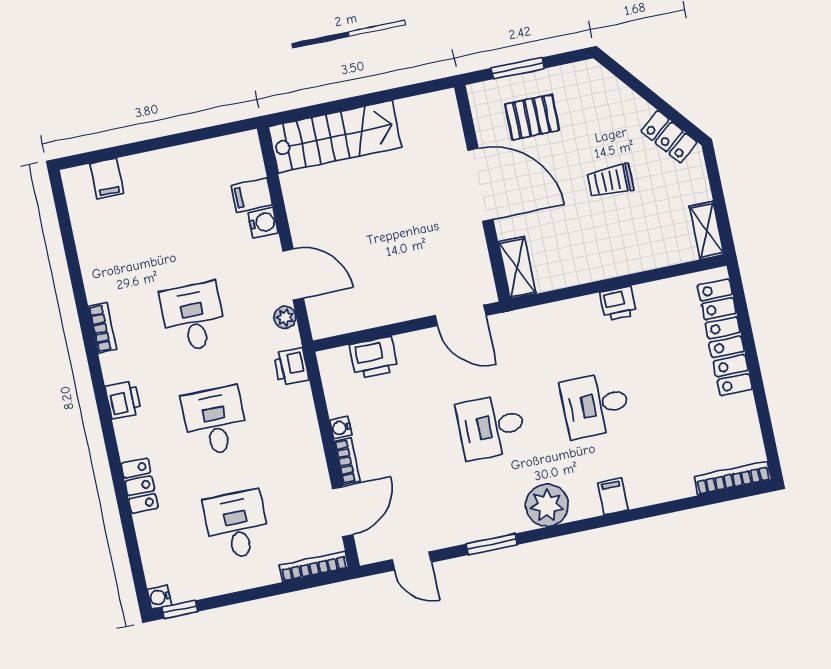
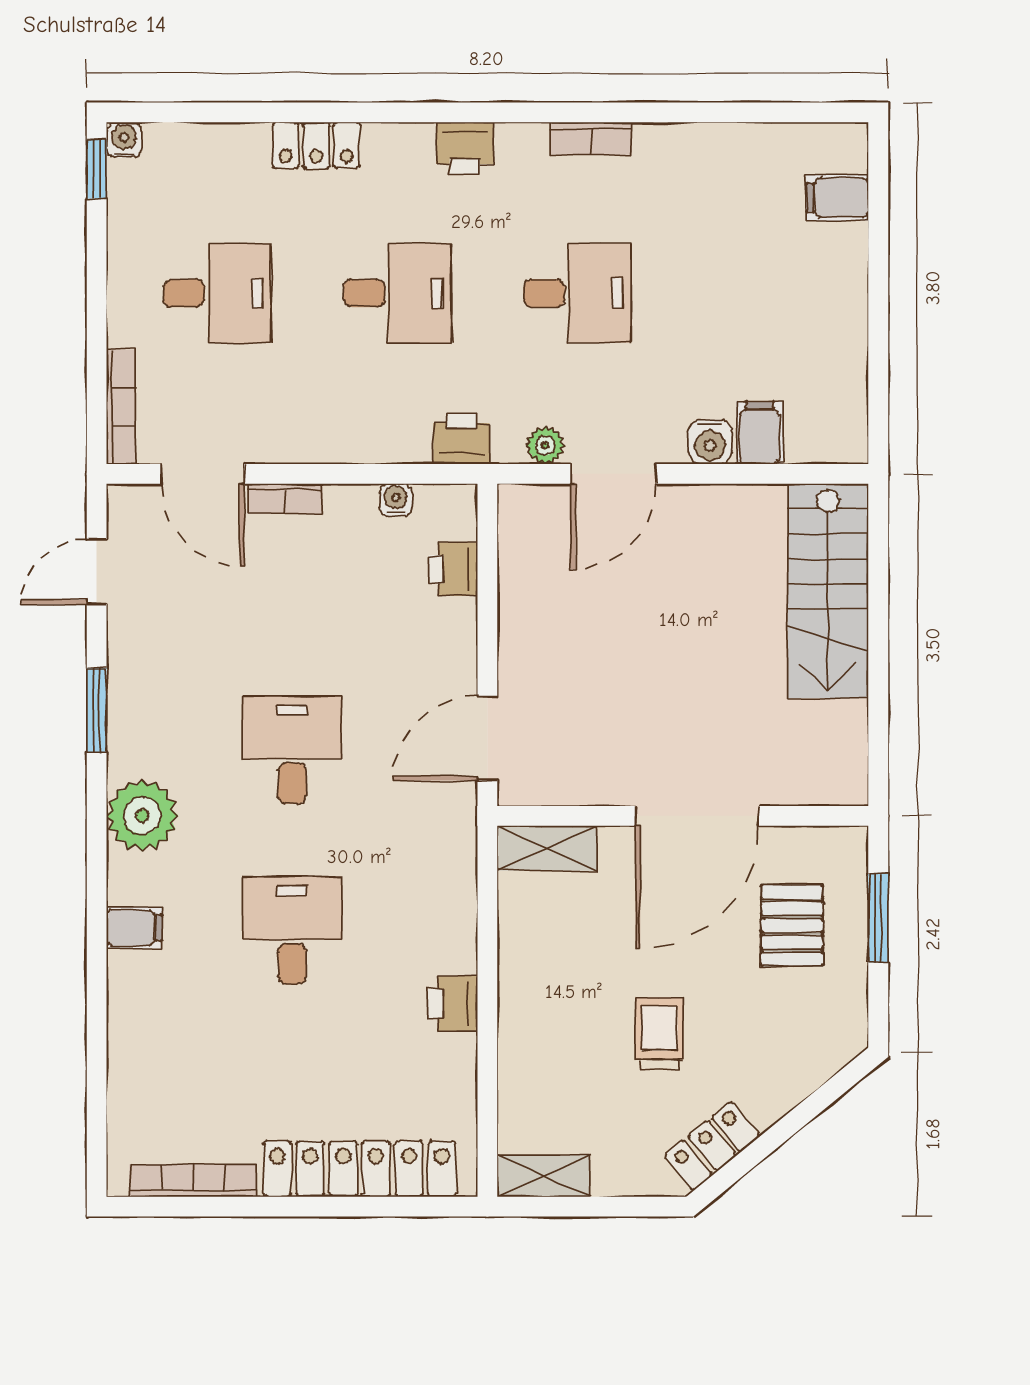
printer: (374, 358) -> (453, 569), width x0.73, depth x0.81
water cooler: (341, 428) -> (396, 500), moved
bookcase: (733, 478) -> (193, 1181), moved, turned -90

